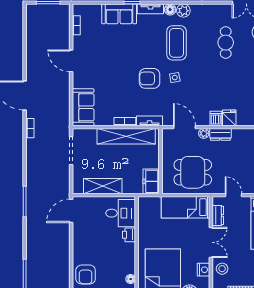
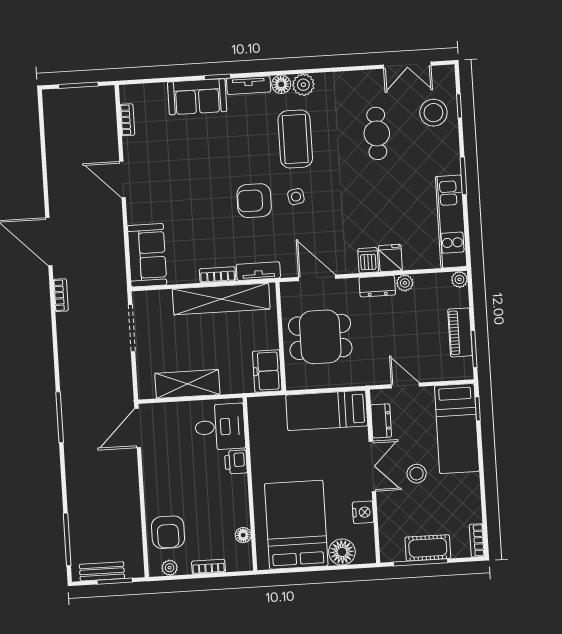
plant: (204, 133) -> (405, 283), moved
dining table: (193, 172) -> (320, 337), moved
stool: (222, 269) -> (417, 474), moved

